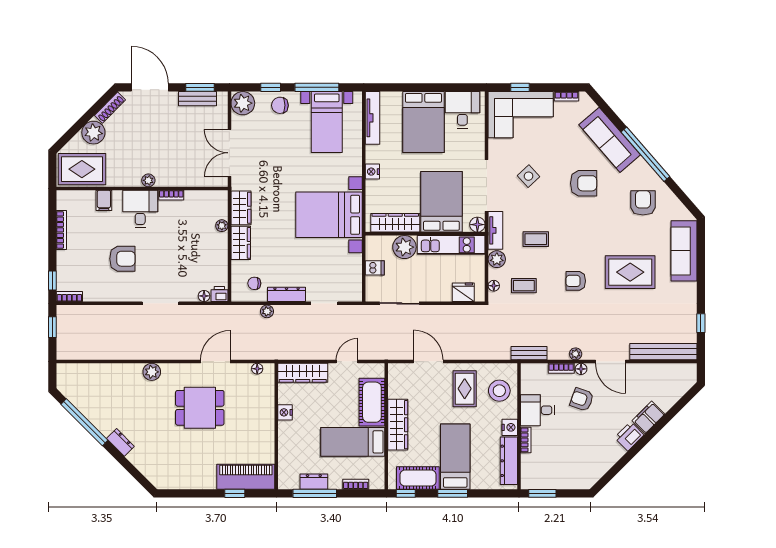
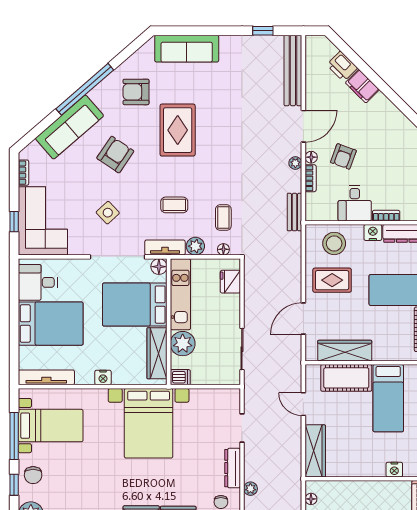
armchair: (584, 183) -> (115, 155), turned 34
coffee table: (536, 239) -> (174, 205), turned 90
dishwasher: (375, 268) -> (180, 377), moved, turned 90
rug: (630, 272) -> (178, 130), moved
armchair: (576, 281) -> (218, 163), removed
nightstand: (285, 412) -> (394, 470), moved
wardrobe: (398, 425) -> (345, 351), moved
printer: (629, 436) -> (342, 66), moved

